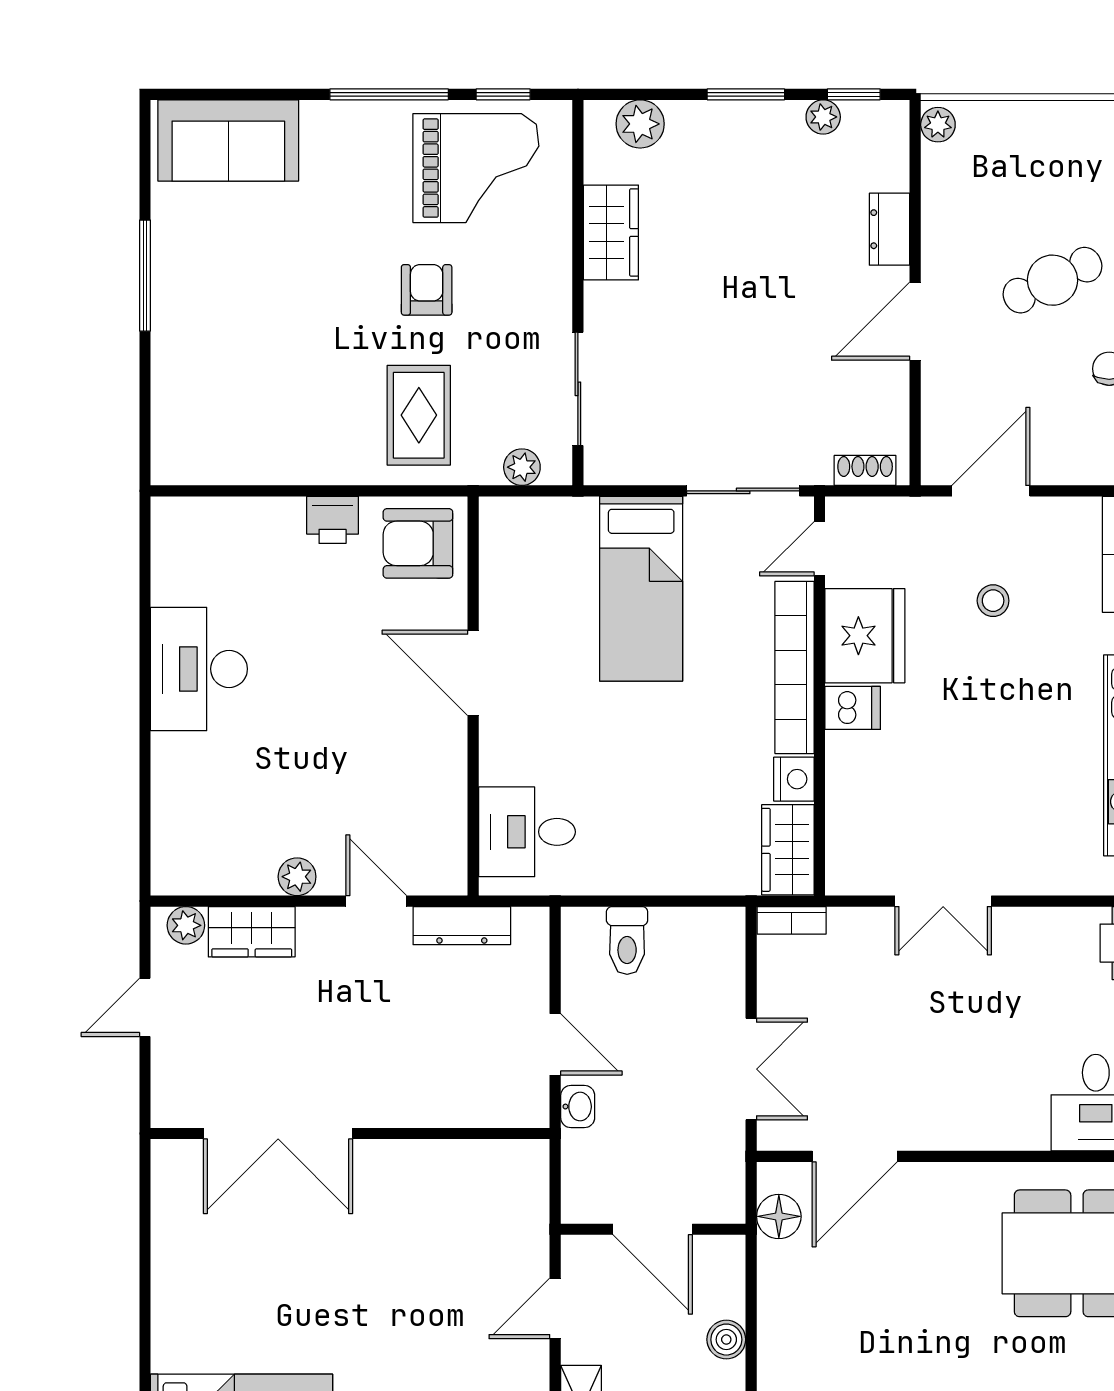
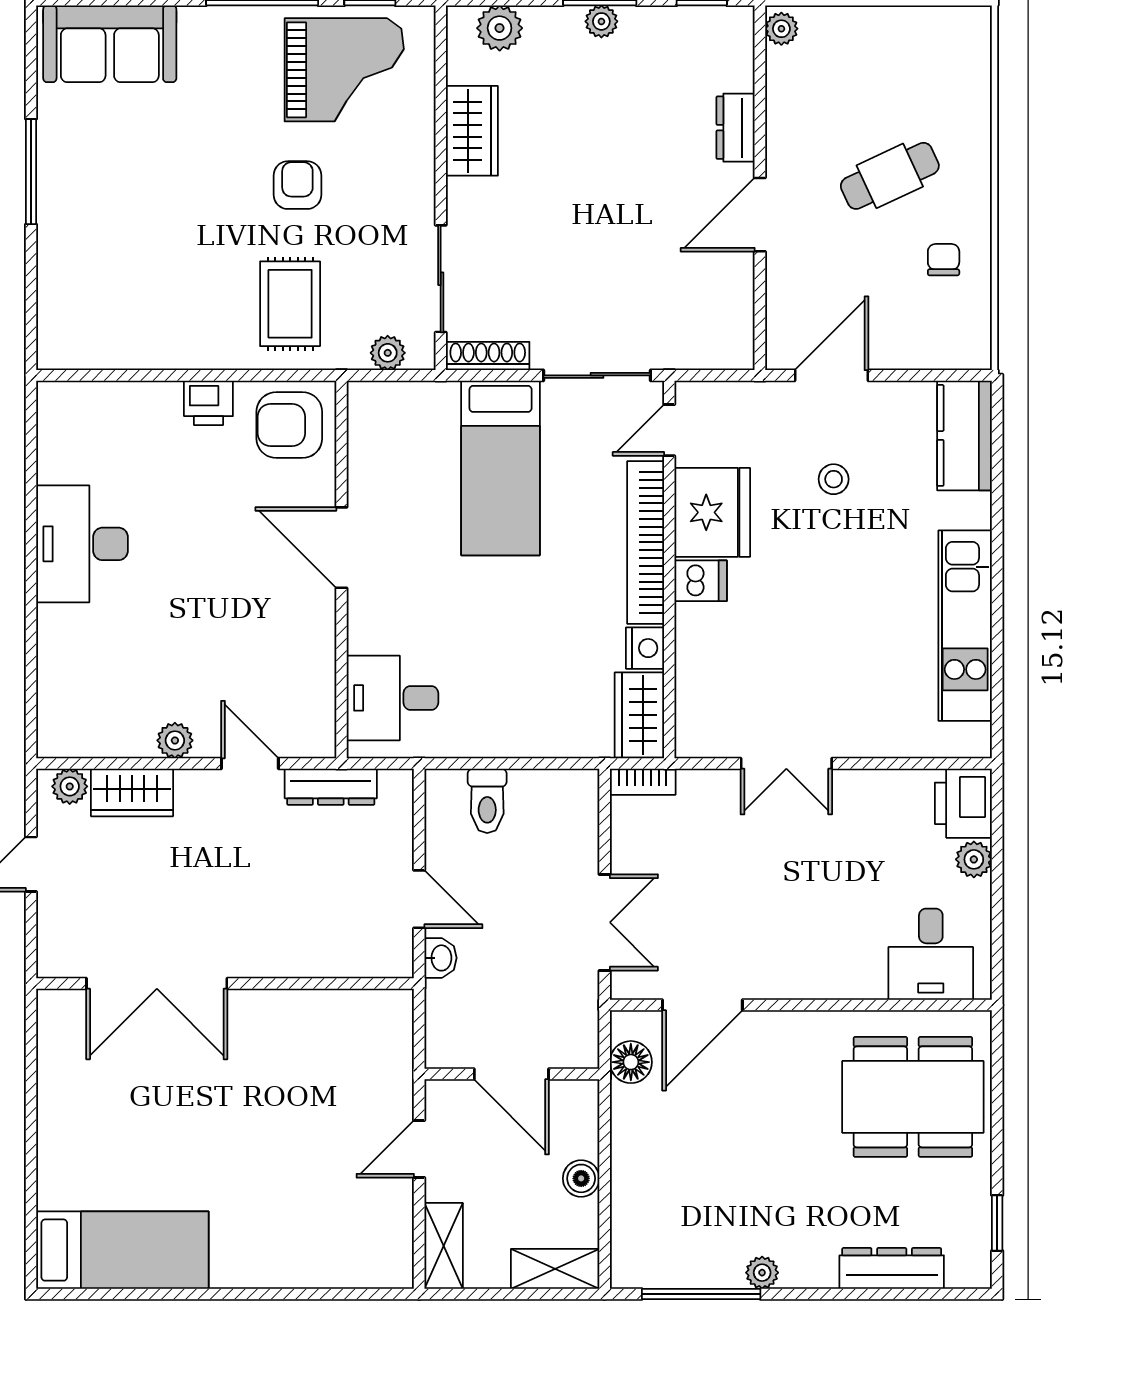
plant: (823, 117) -> (601, 21), moved
shoe rack: (865, 470) -> (488, 356), moved, width x1.43

